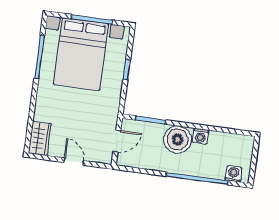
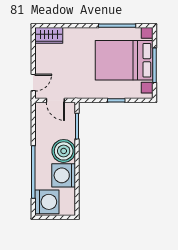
washing machine: (201, 136) -> (64, 175), width x1.89, depth x1.89
door: (74, 162) -> (33, 83), moved
washing machine: (233, 174) -> (47, 202), width x1.89, depth x1.89

